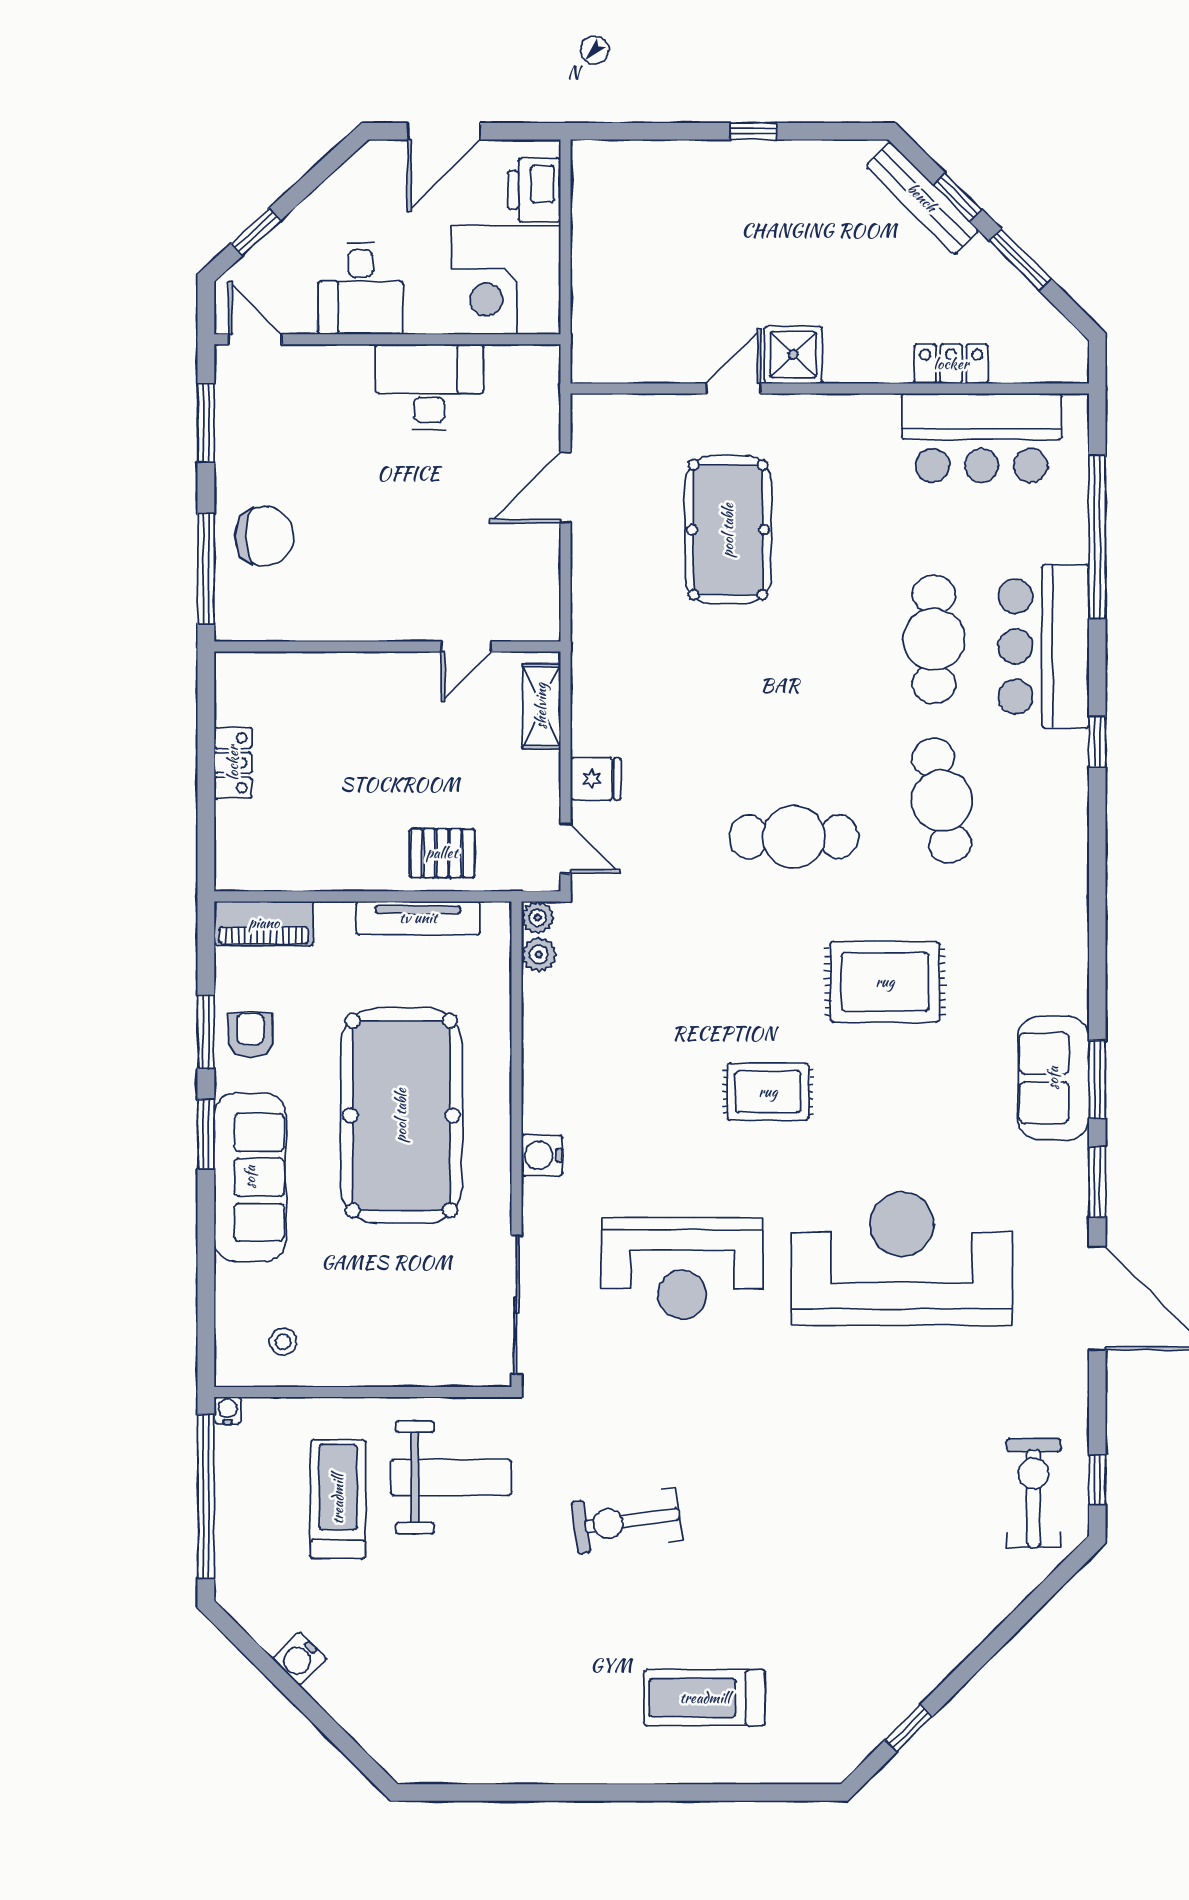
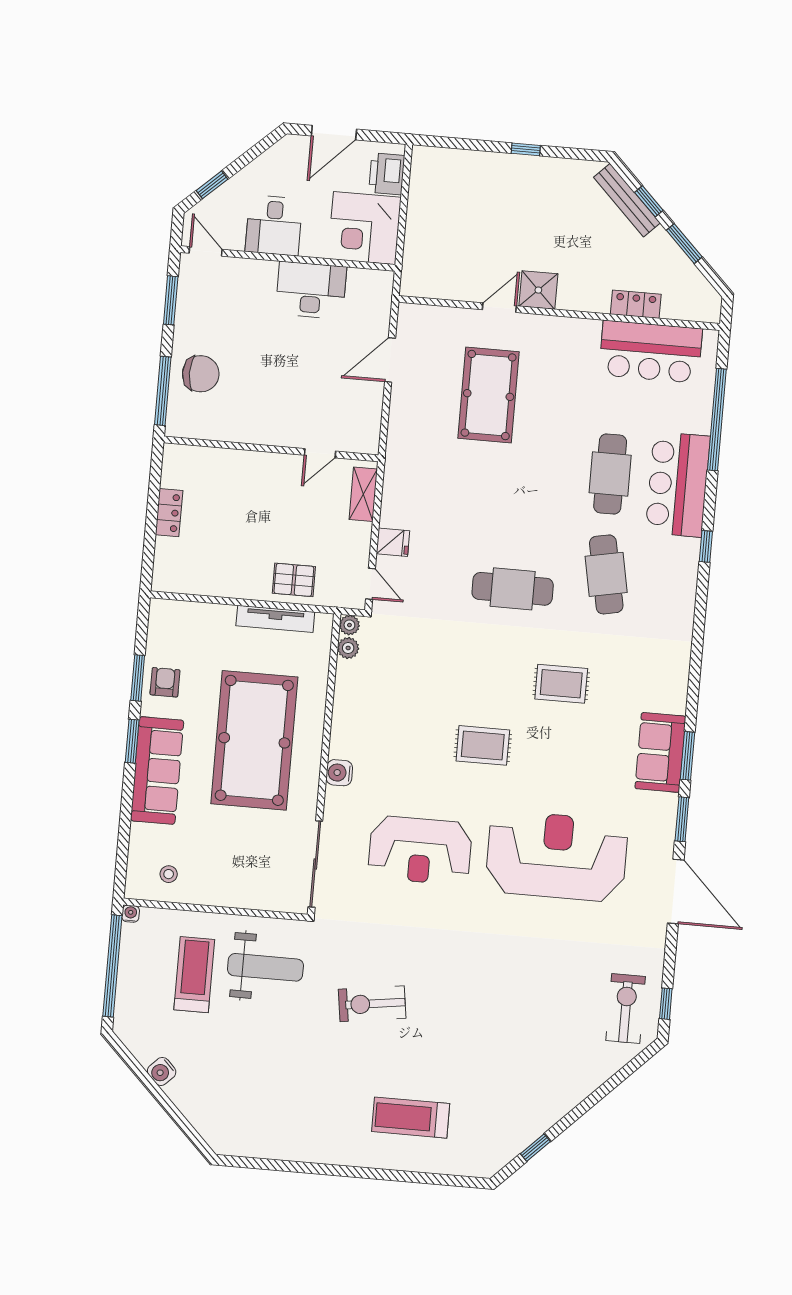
piano: (264, 923) -> (179, 614), removed
rug: (885, 982) -> (561, 684), width x0.73, depth x0.70

